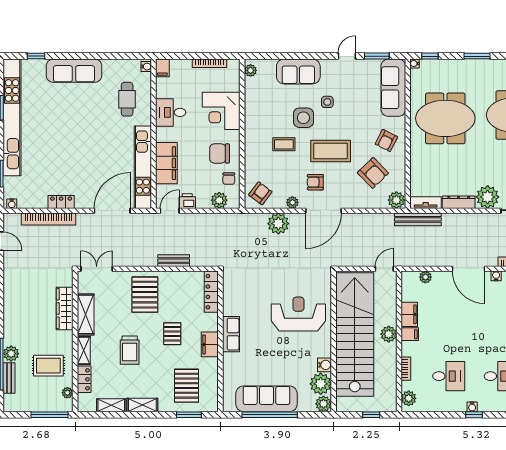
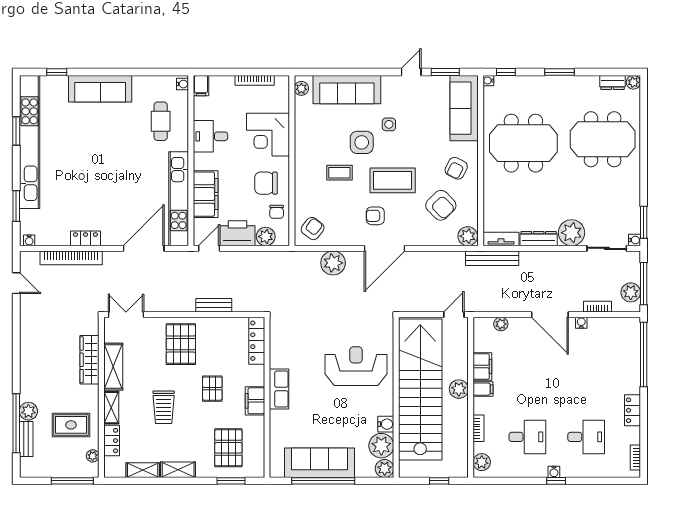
sofa: (298, 71) -> (347, 90), width x1.36
printer: (187, 201) -> (237, 233), width x1.87, depth x1.48
plant: (292, 202) -> (349, 239), removed

